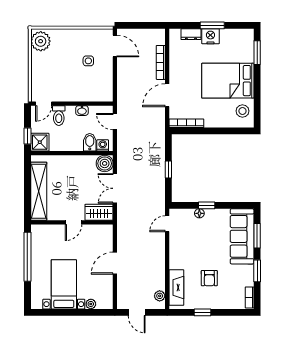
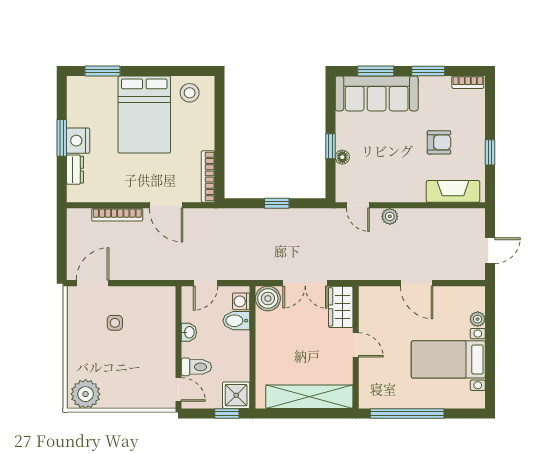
plant: (160, 296) -> (390, 216), moved

